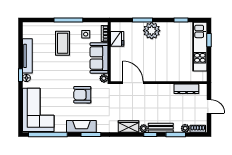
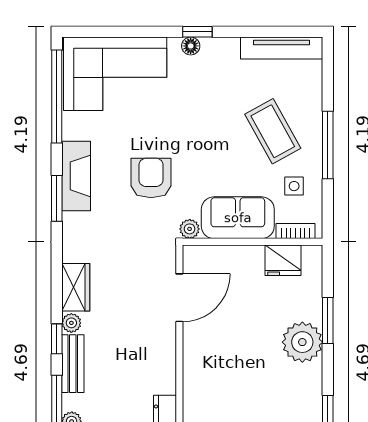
coffee table: (63, 43) -> (273, 131), turned 61
tv unit: (27, 56) -> (282, 48), moved

